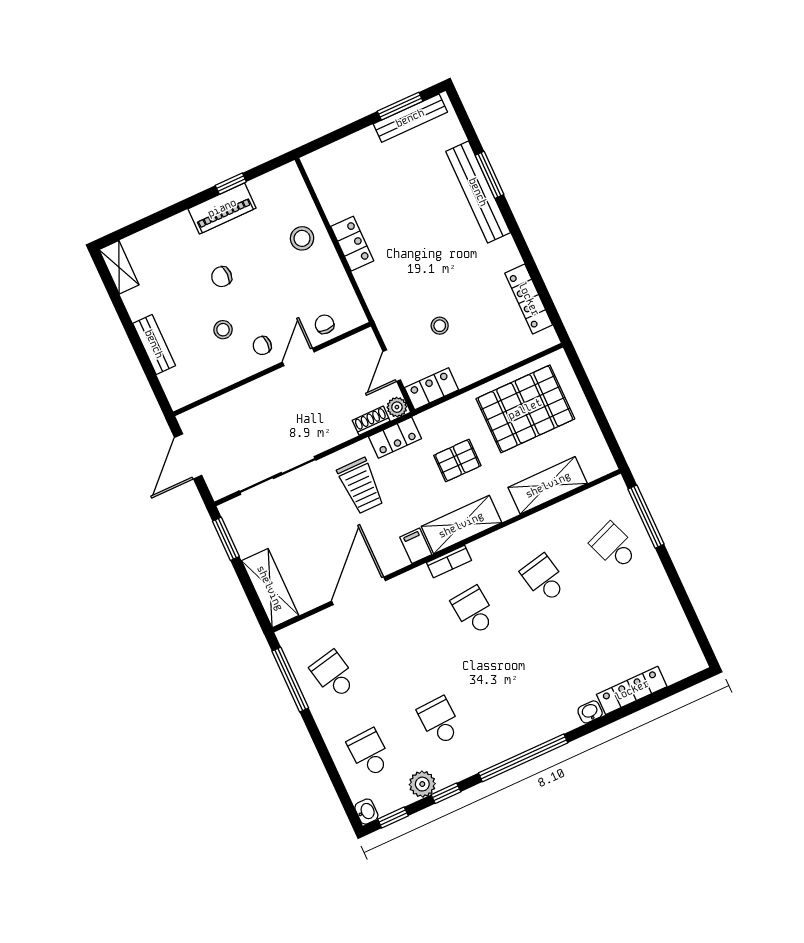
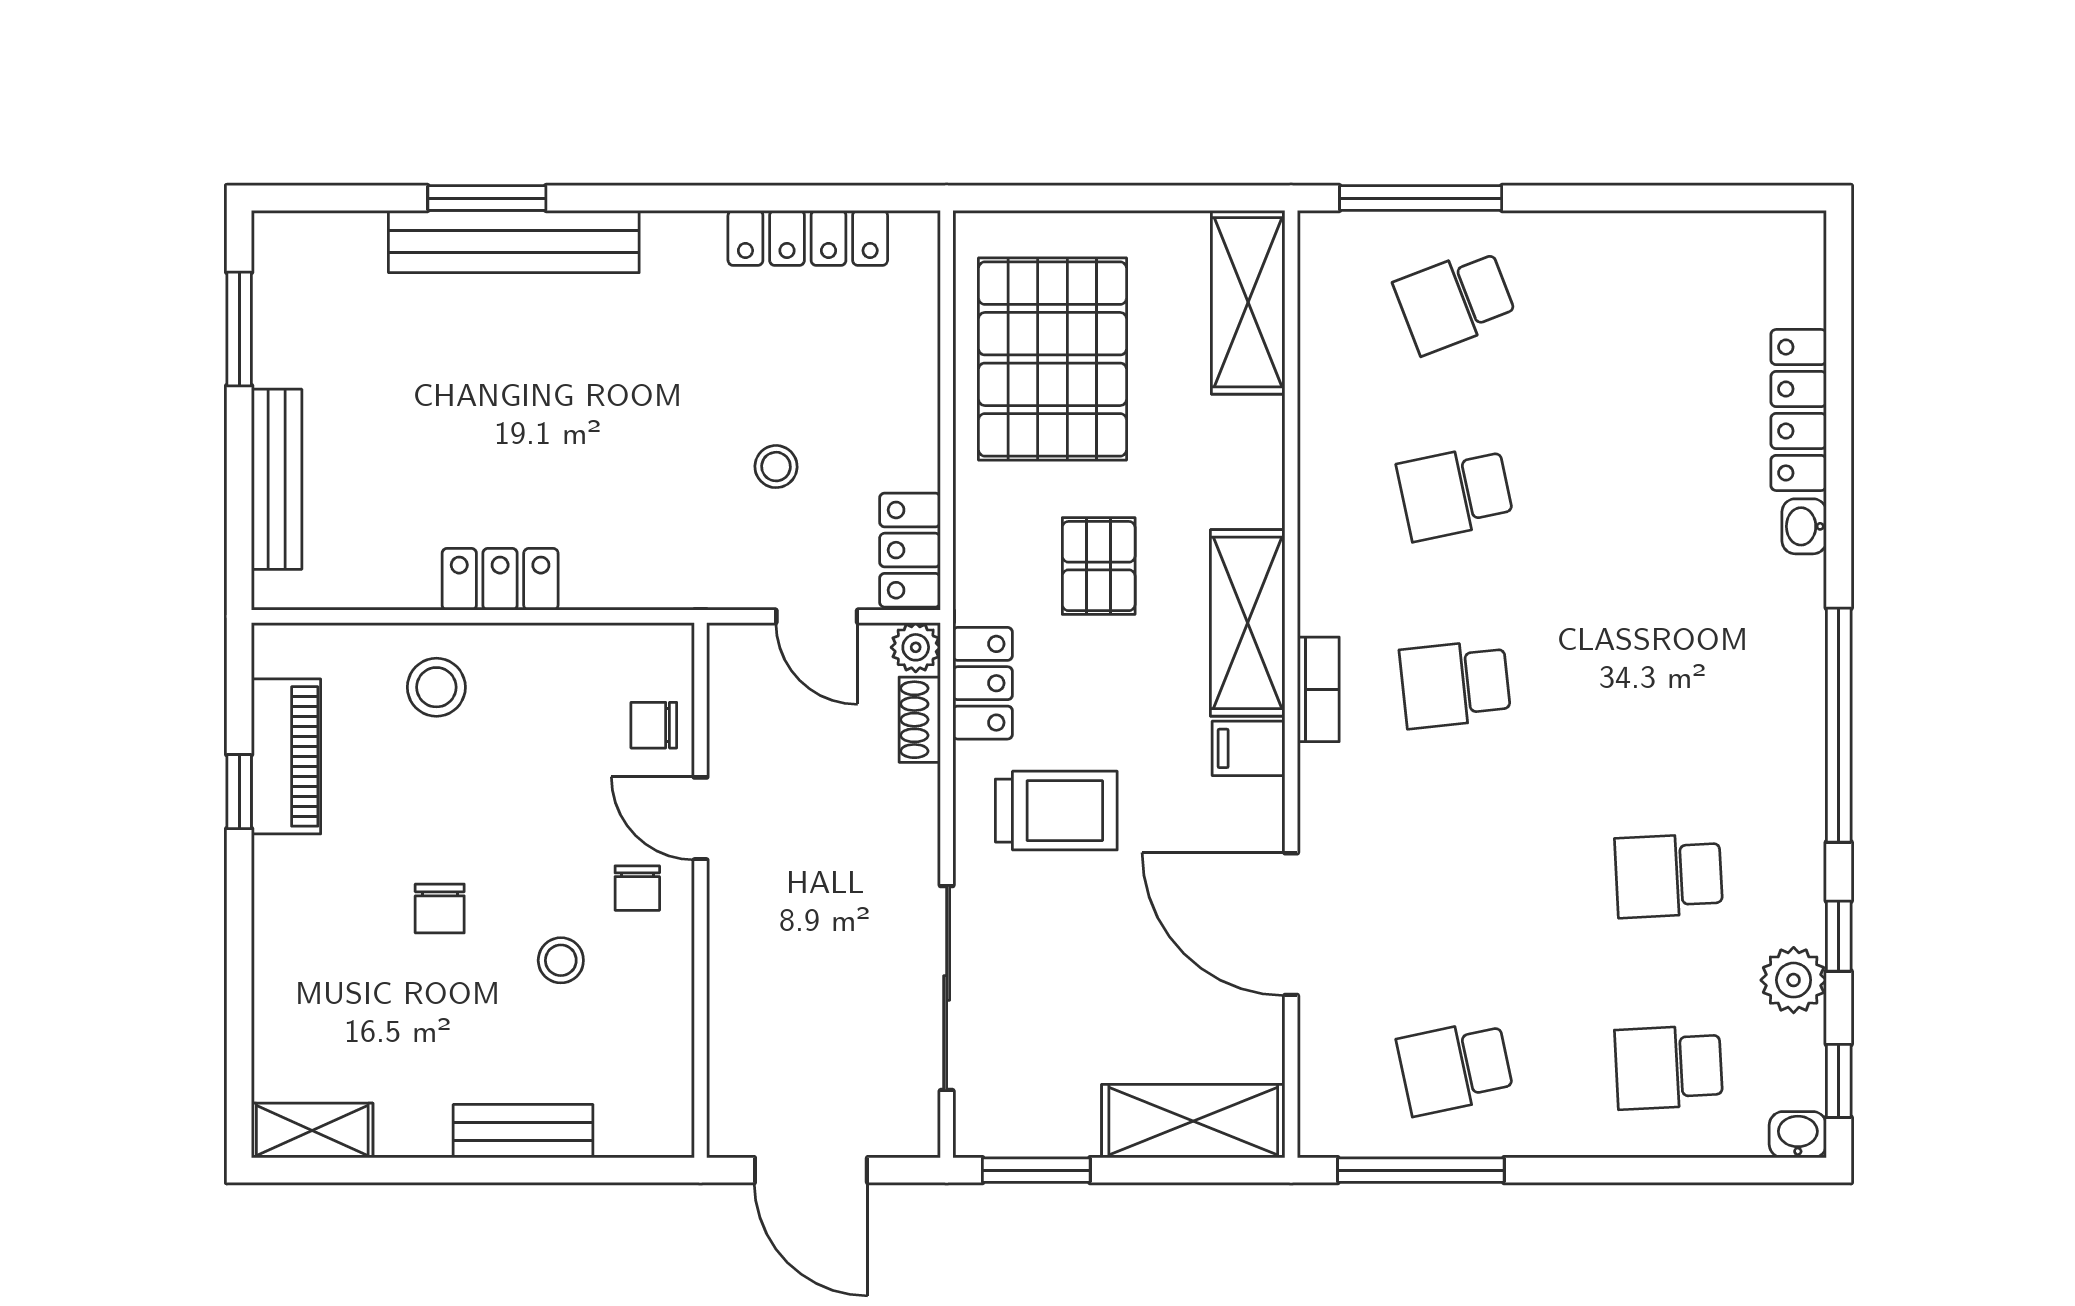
bench: (410, 118) -> (277, 479), moved
piano: (222, 208) -> (286, 756), moved
shelving: (548, 485) -> (1248, 302), moved

